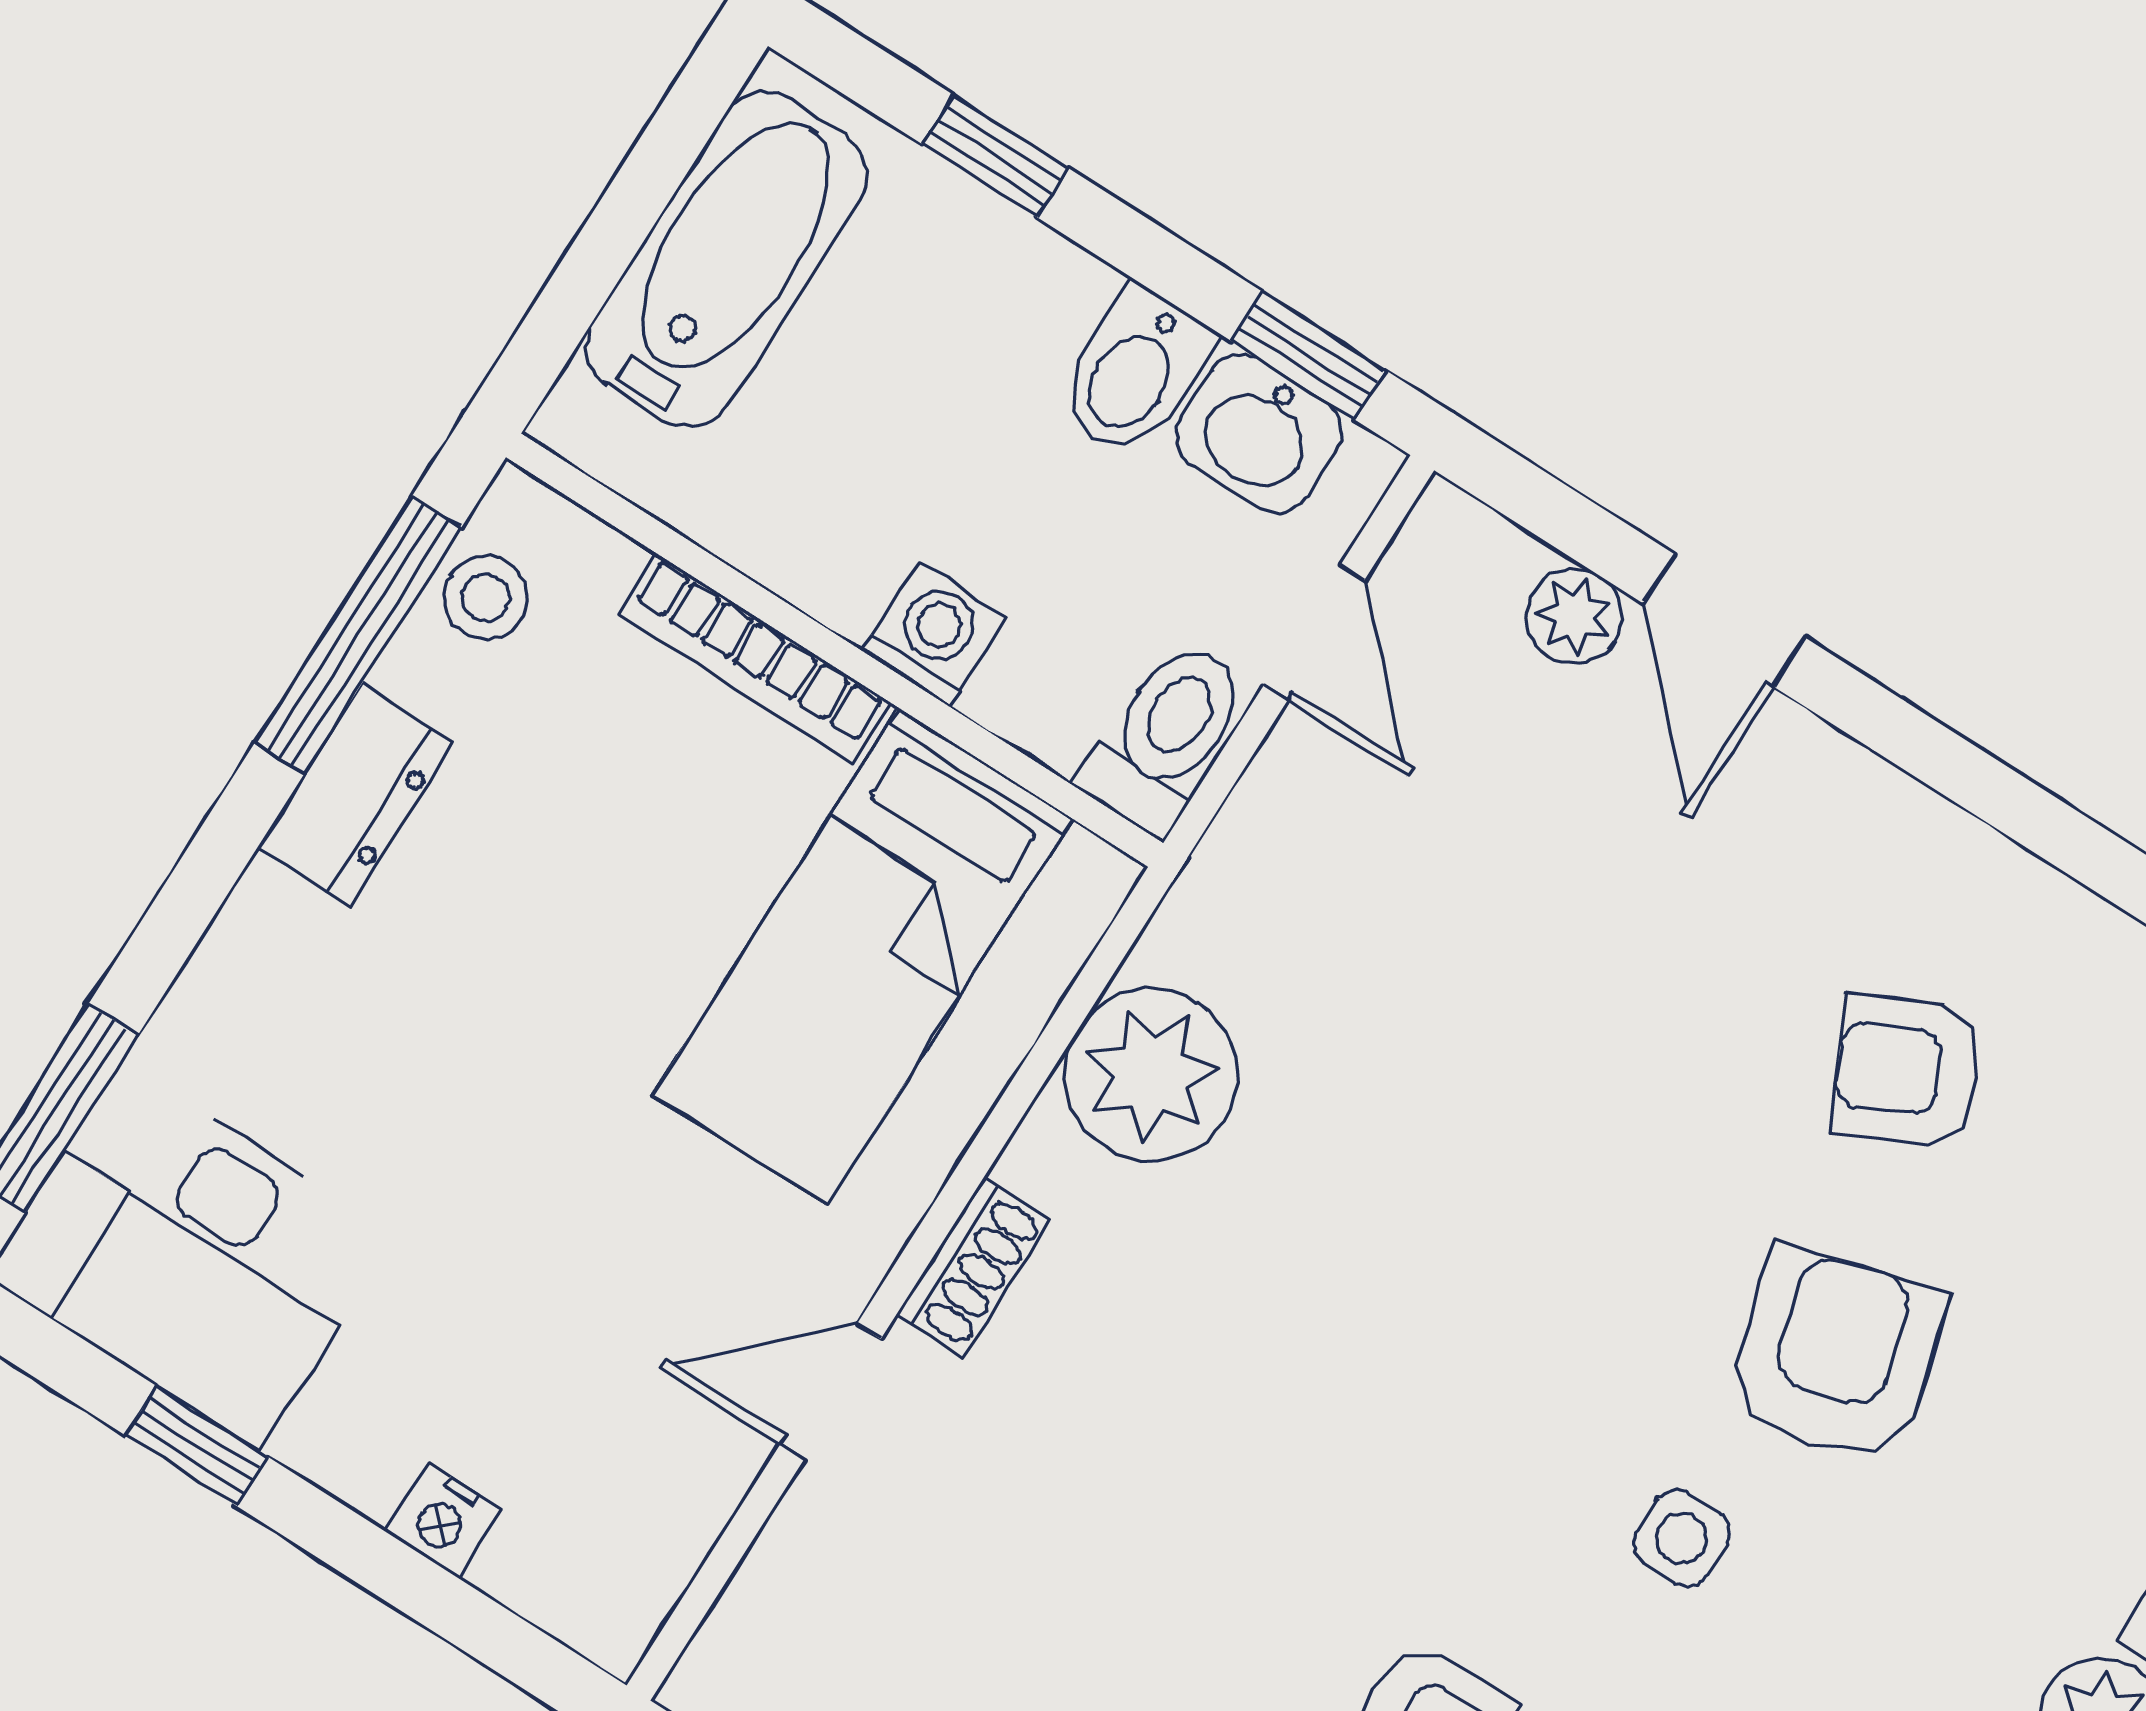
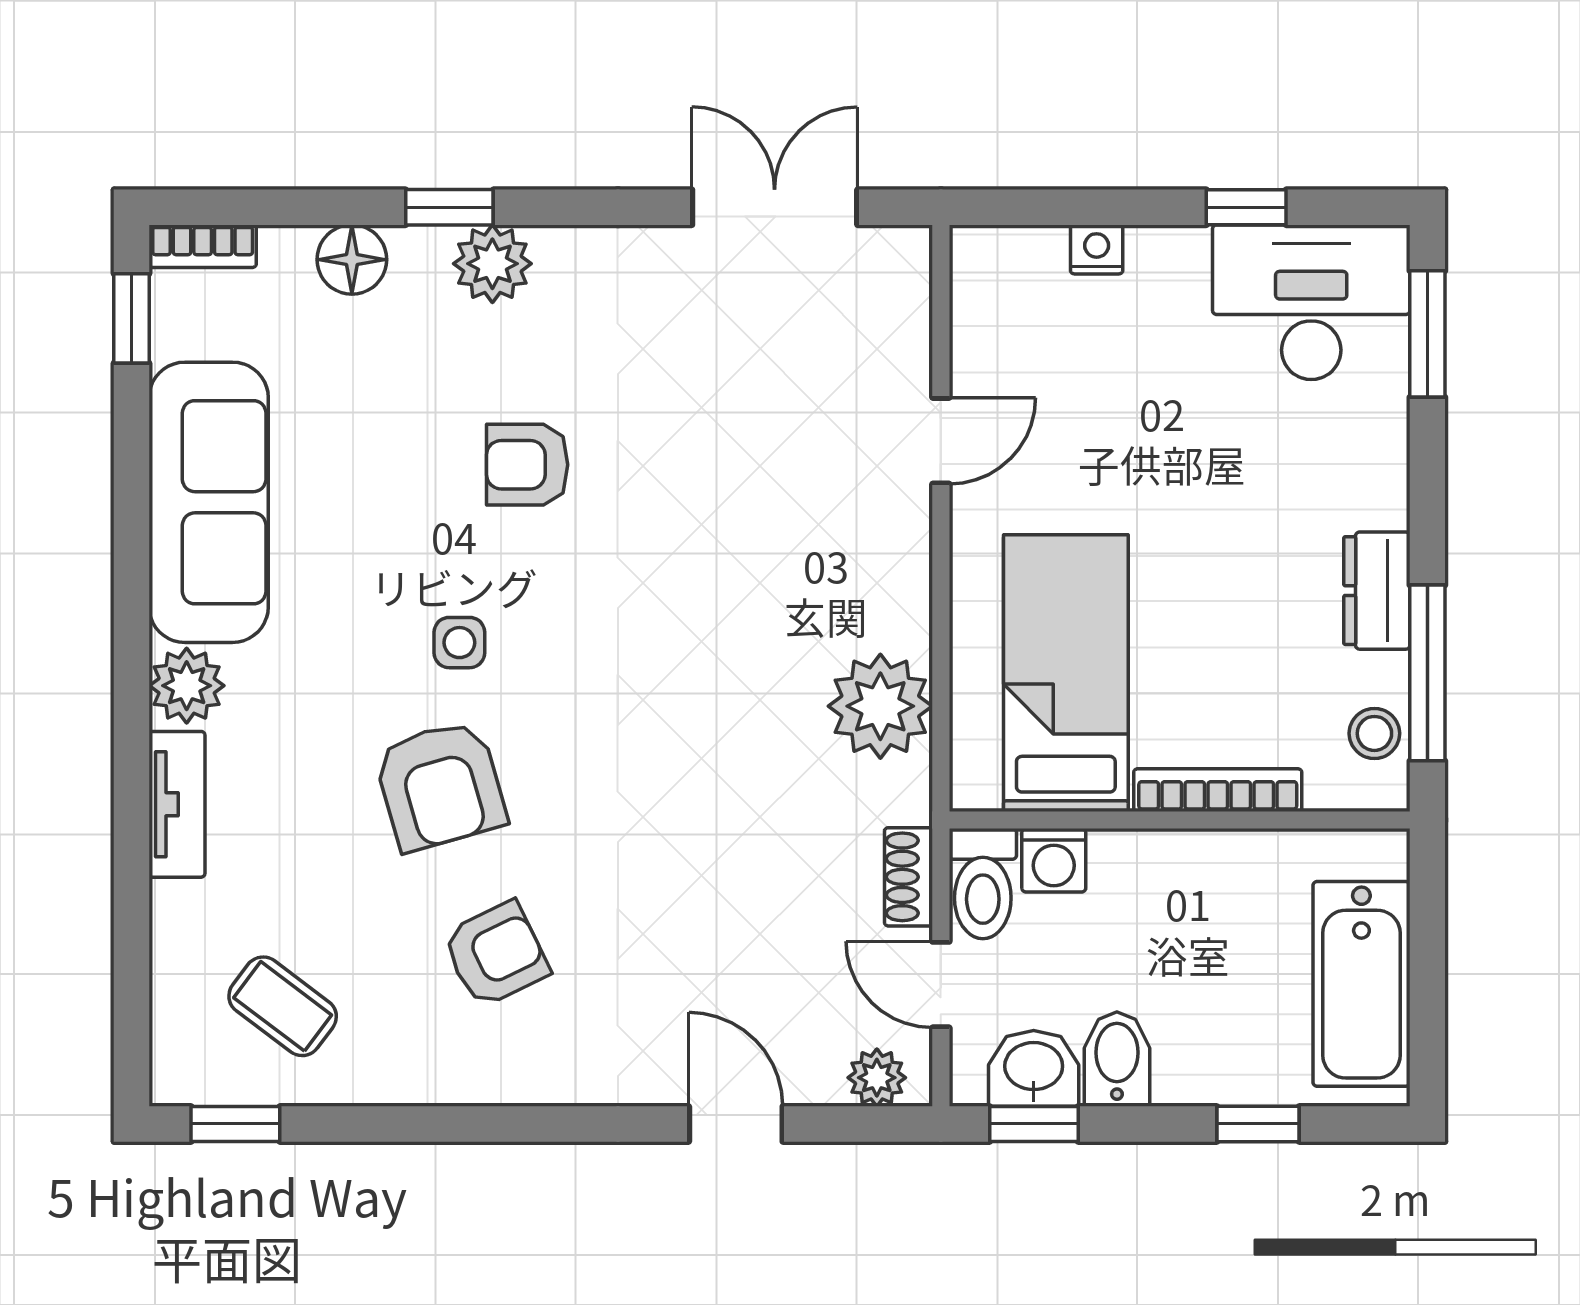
plant: (1574, 616) -> (877, 1078), moved
washing machine: (934, 634) -> (1054, 860), moved
shoe rack: (974, 1267) -> (908, 877), moved

